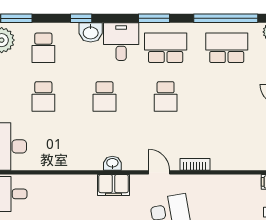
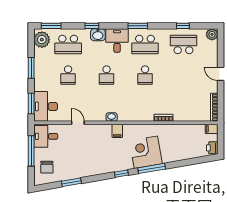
window: (226, 18) -> (183, 26), width x0.32
school desk: (43, 48) -> (68, 44), width x1.85
school desk: (166, 48) -> (145, 44), turned 180
door: (159, 172) -> (78, 123), moved
filing cabinet: (114, 185) -> (117, 131), width x0.50

